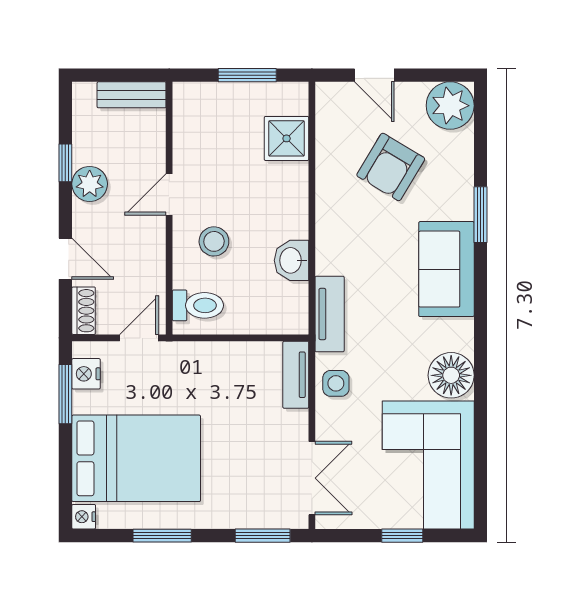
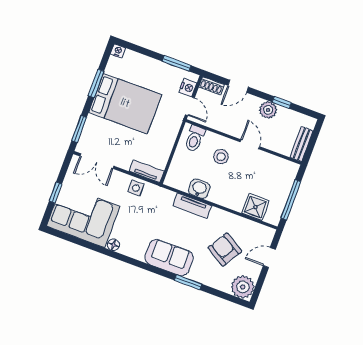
window: (247, 75) -> (291, 200), width x1.44
tv unit: (330, 314) -> (192, 206), moved
nightstand: (86, 374) -> (188, 88), moved, turned 90
floor lamp: (451, 375) -> (113, 245), width x0.53, depth x0.53
bed: (136, 458) -> (125, 104), moved, turned -90

